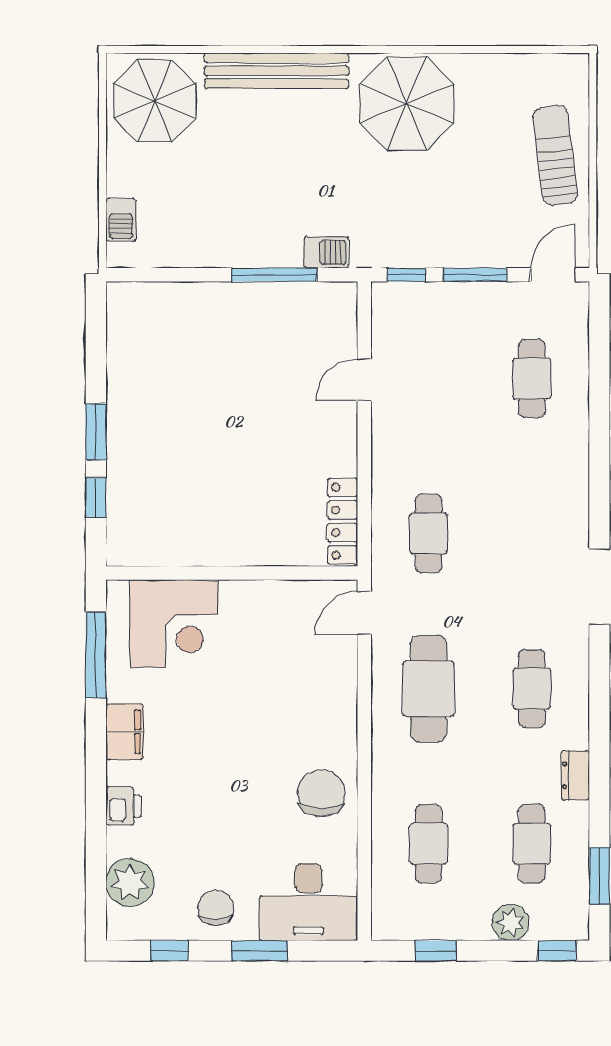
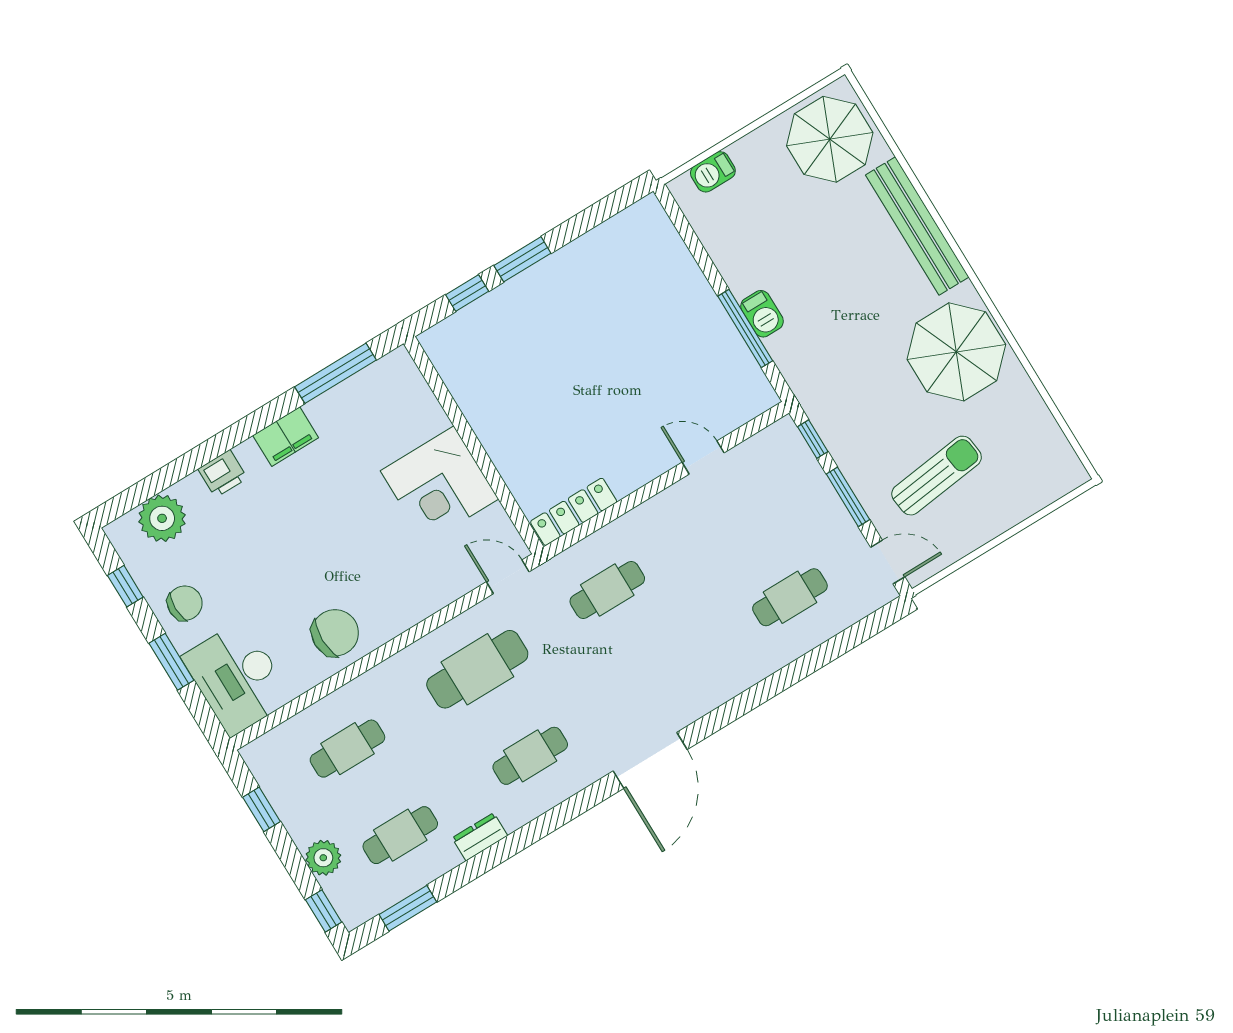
sun lounger: (555, 155) -> (937, 476), moved
barbecue: (326, 252) -> (762, 314), moved
corner desk: (174, 624) -> (440, 485), moved

